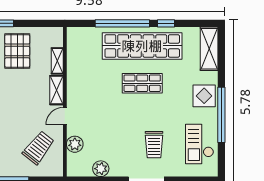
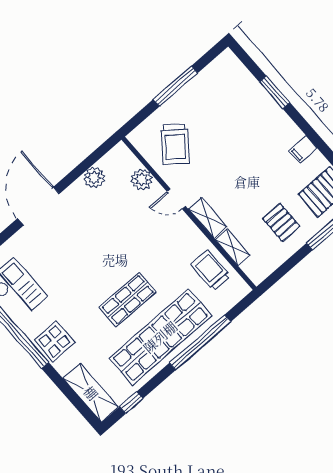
window: (166, 23) -> (131, 403), moved
pallet: (17, 51) -> (281, 222), width x0.67, depth x0.71
door: (65, 116) -> (176, 199), swing flipped
trolley: (154, 145) -> (210, 270), moved

